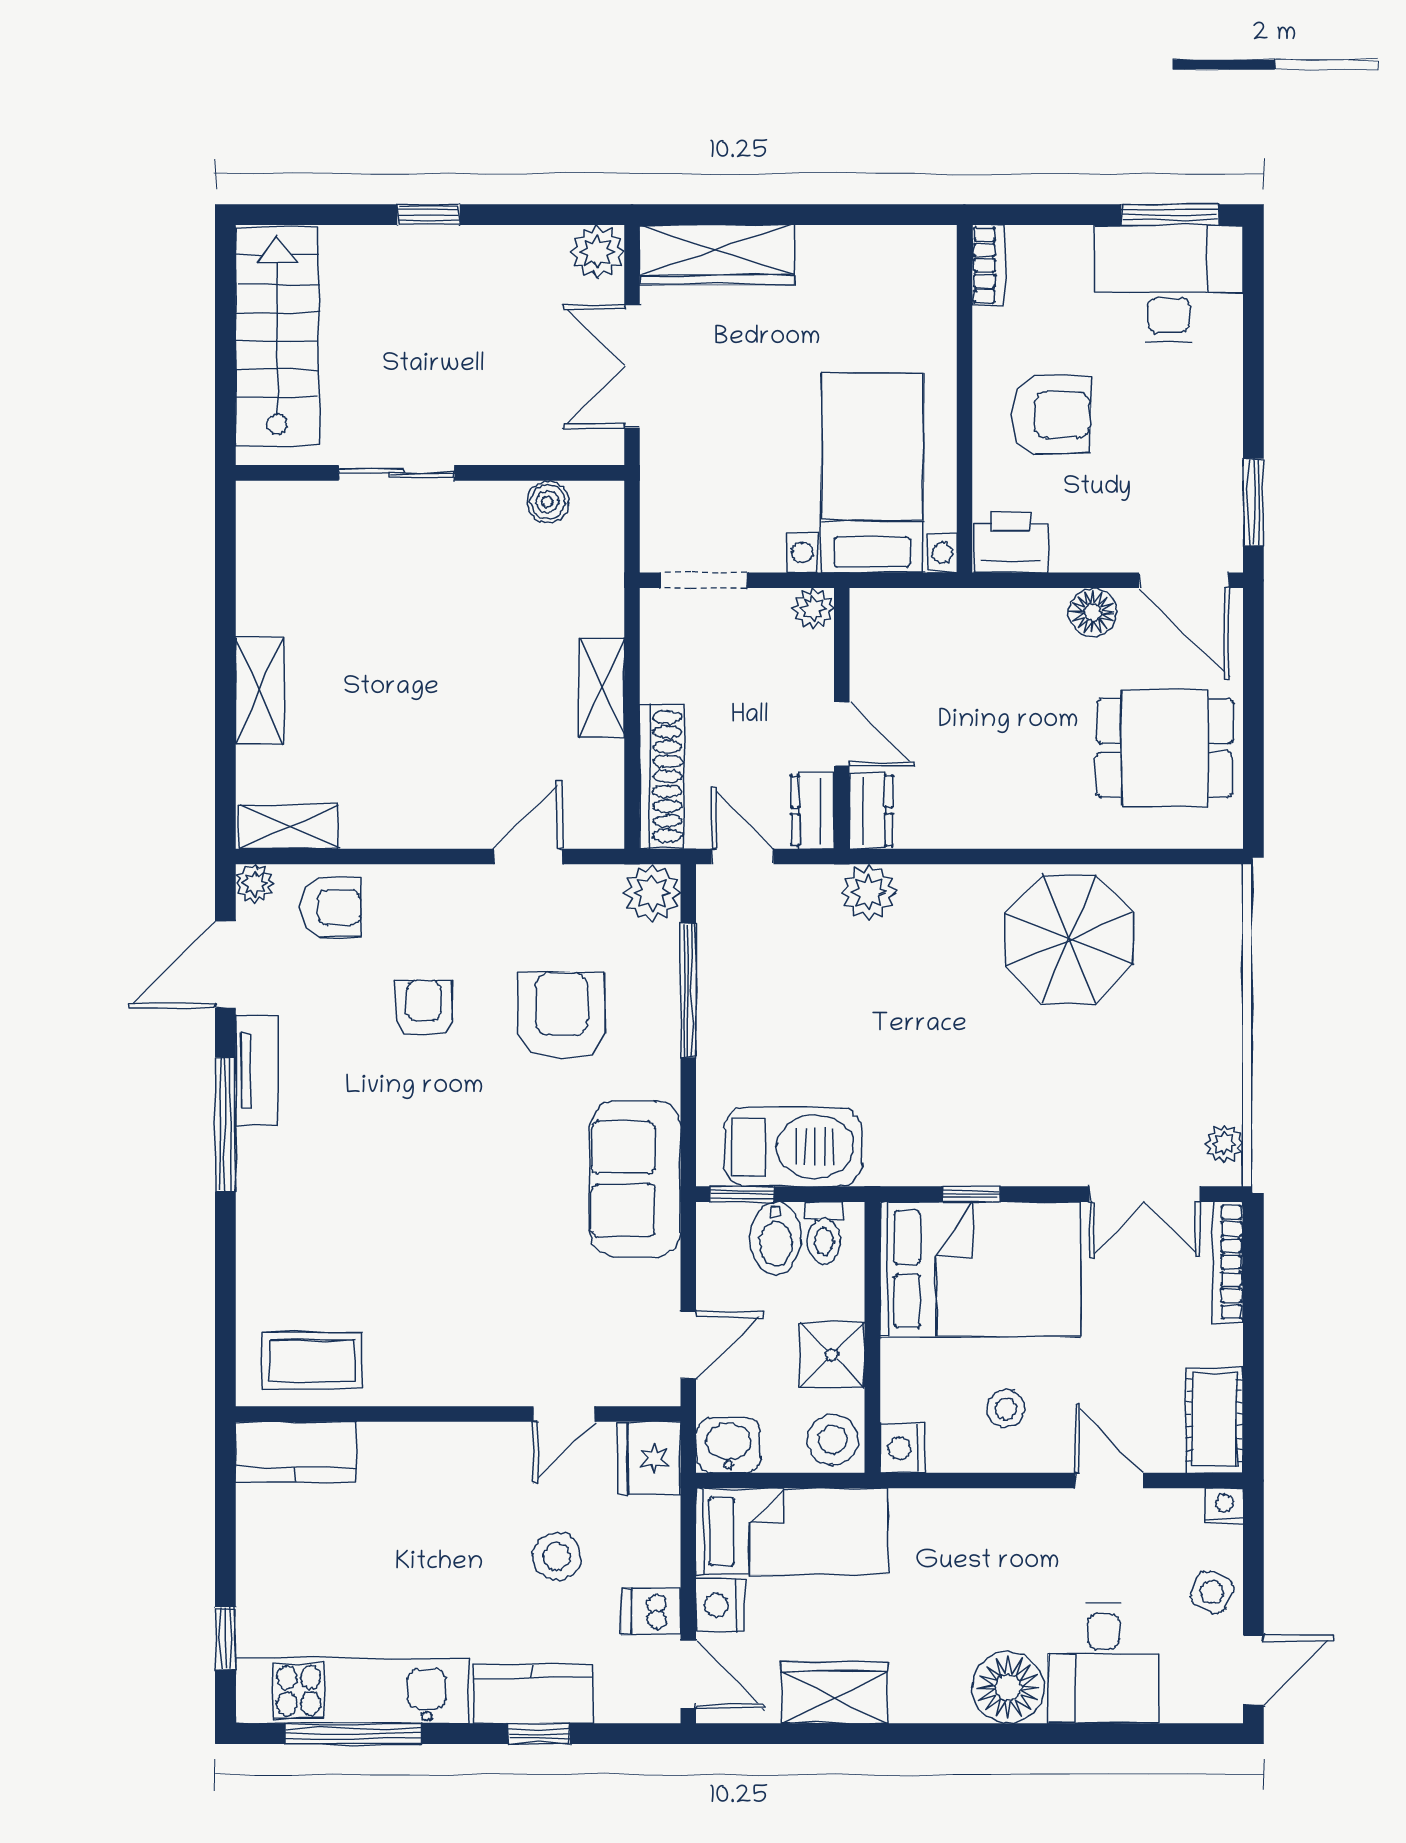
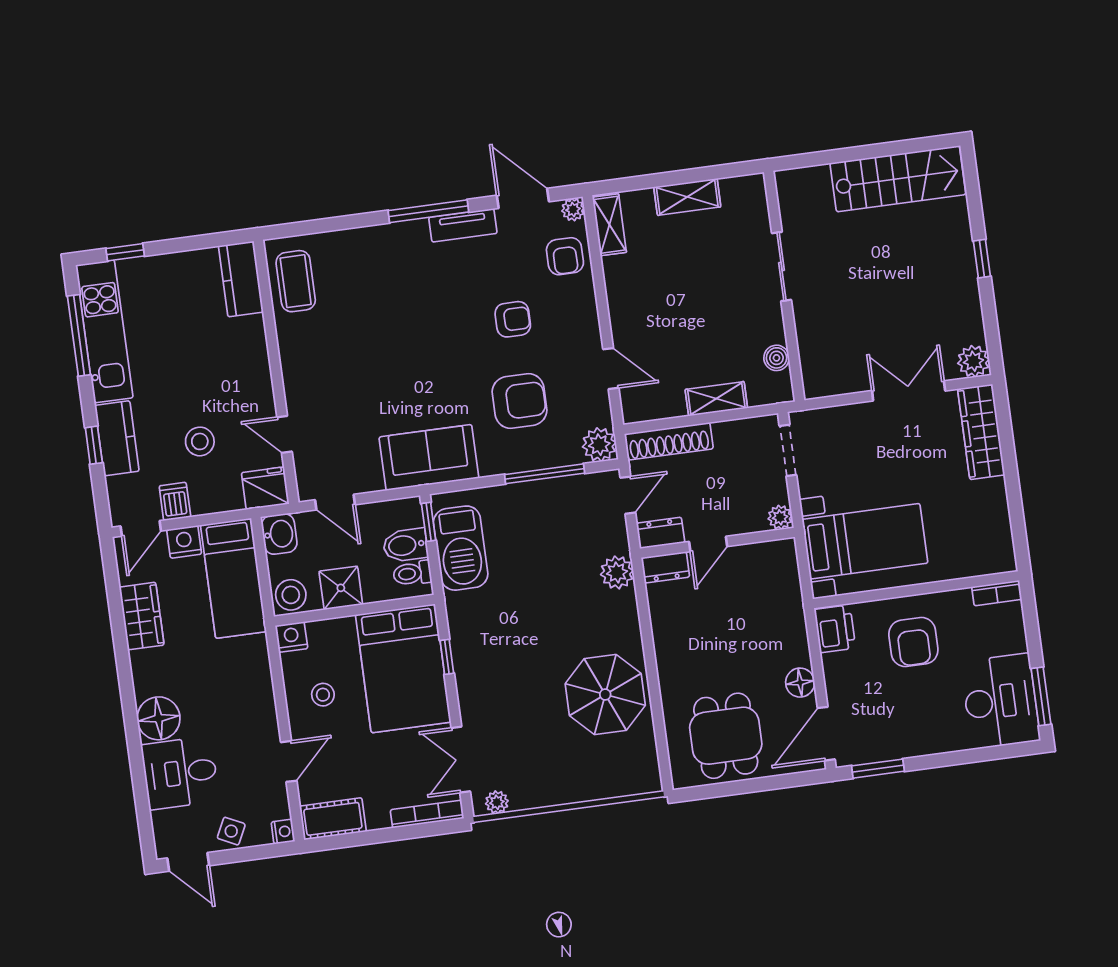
sliding door: (397, 473) -> (782, 266), moved
wall: (430, 473) -> (784, 286), moved
boiler: (548, 502) -> (776, 358), moved

